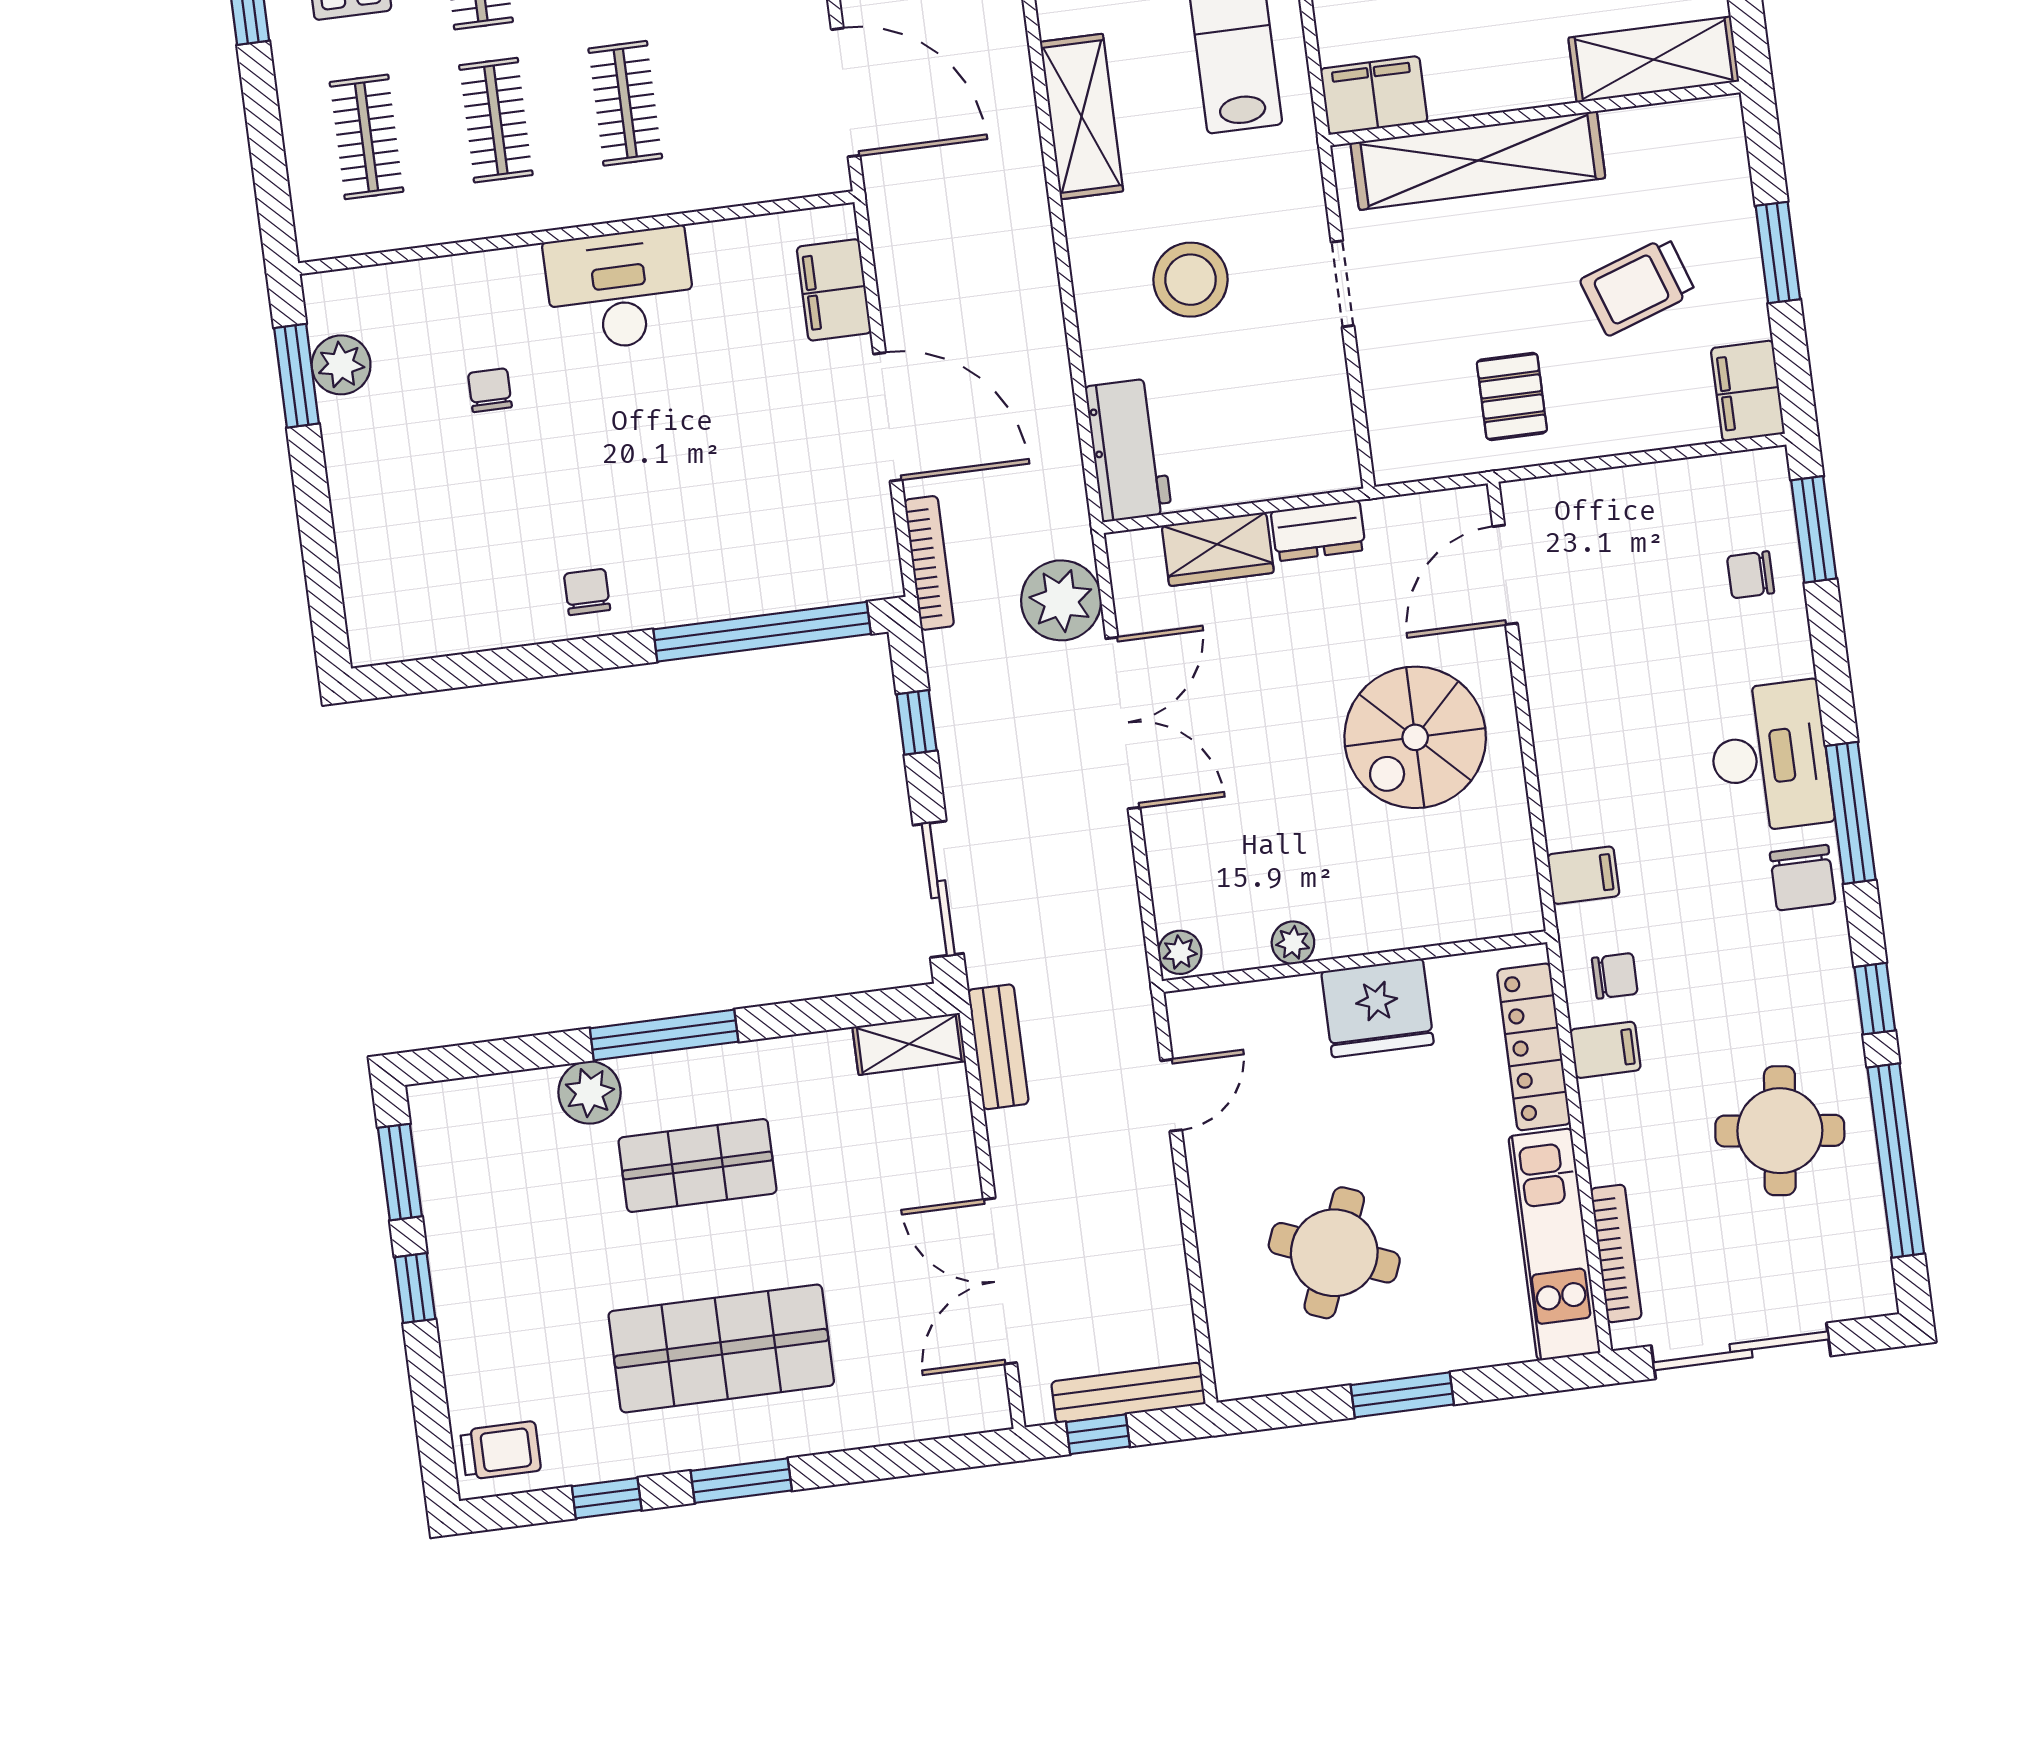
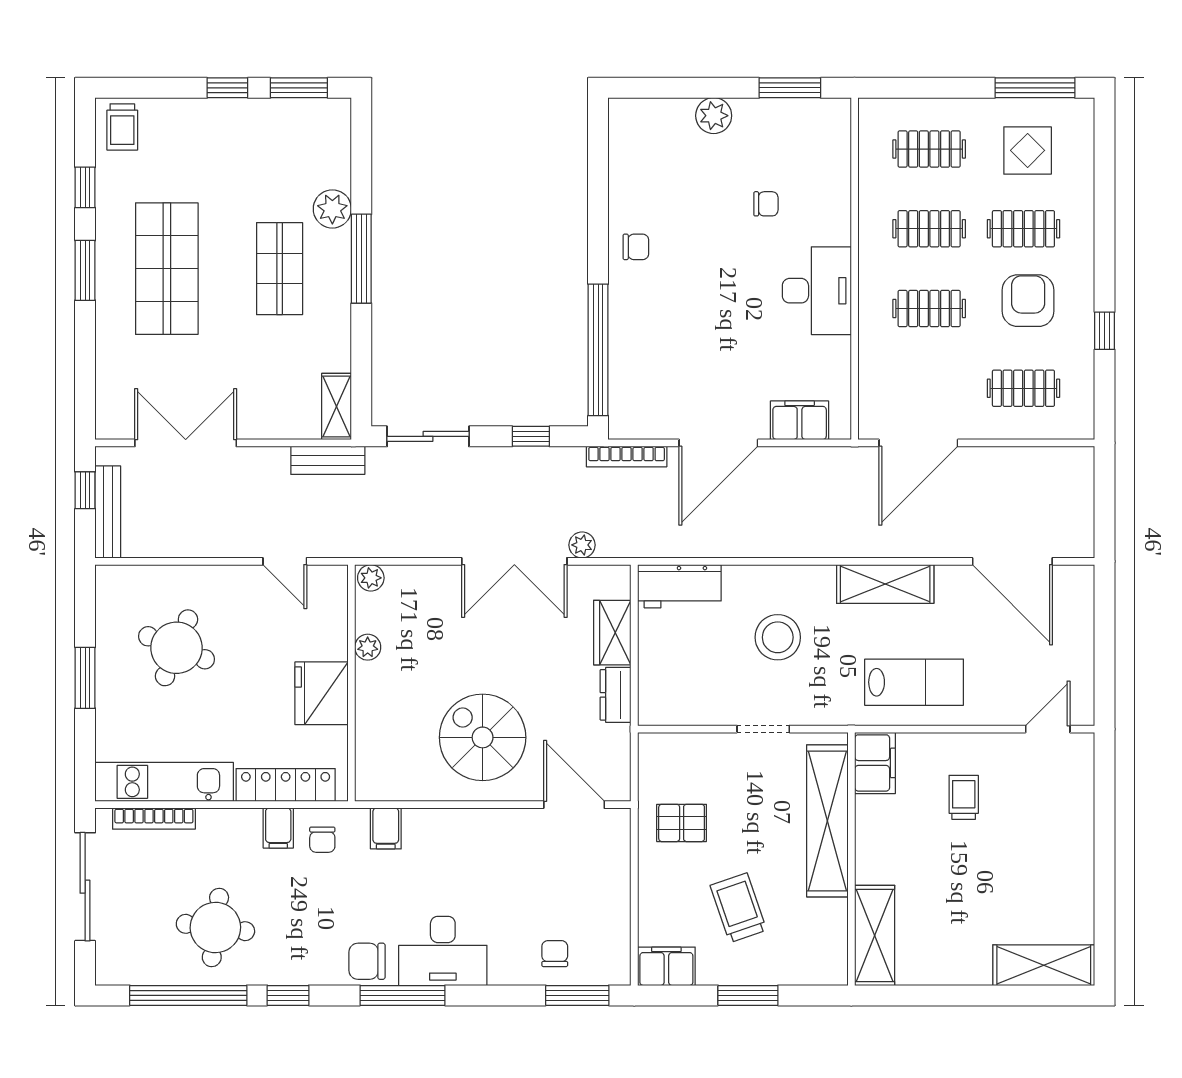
plant: (341, 365) -> (714, 116), moved
plant: (1061, 600) -> (582, 545), width x0.53, depth x0.53

